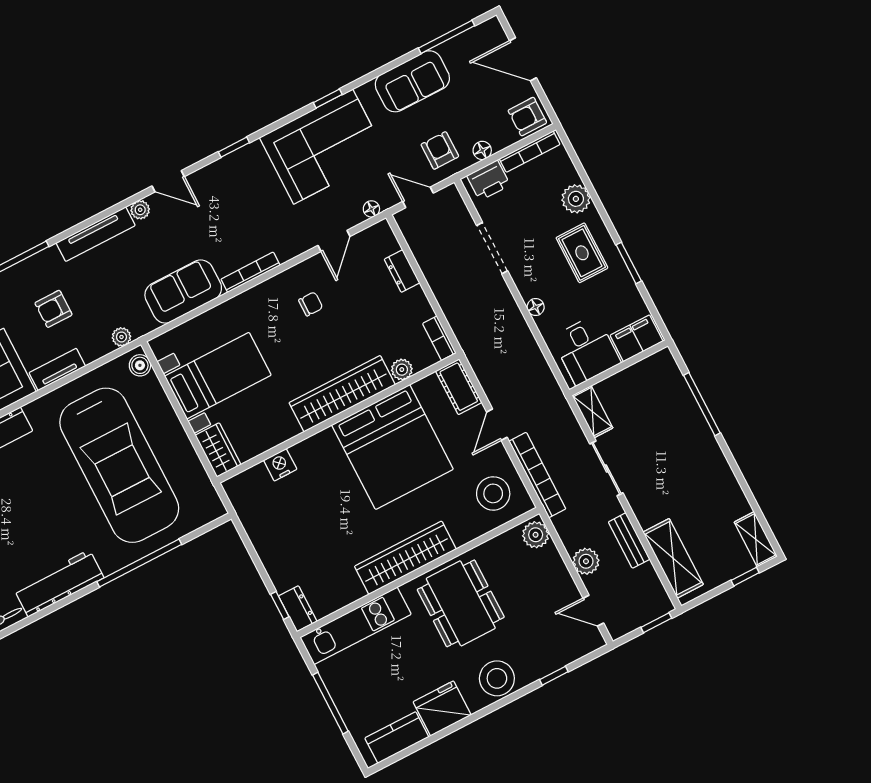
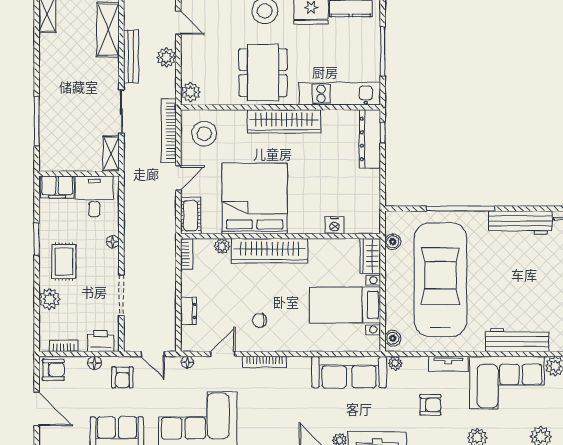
bookcase: (530, 152) -> (64, 346), width x0.64
bookcase: (251, 272) -> (265, 362), moved
sofa: (183, 292) -> (349, 372), width x1.36
boiler: (200, 481) -> (393, 242), added
bench: (629, 541) -> (131, 56), width x1.36
dresser: (298, 609) -> (370, 139), width x1.96, depth x1.24

